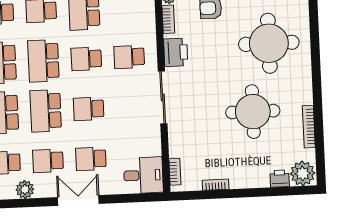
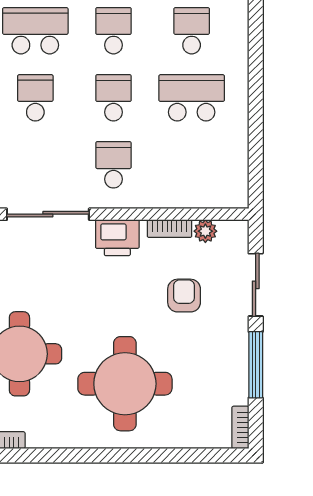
school desk: (43, 61) -> (113, 31), width x0.54

